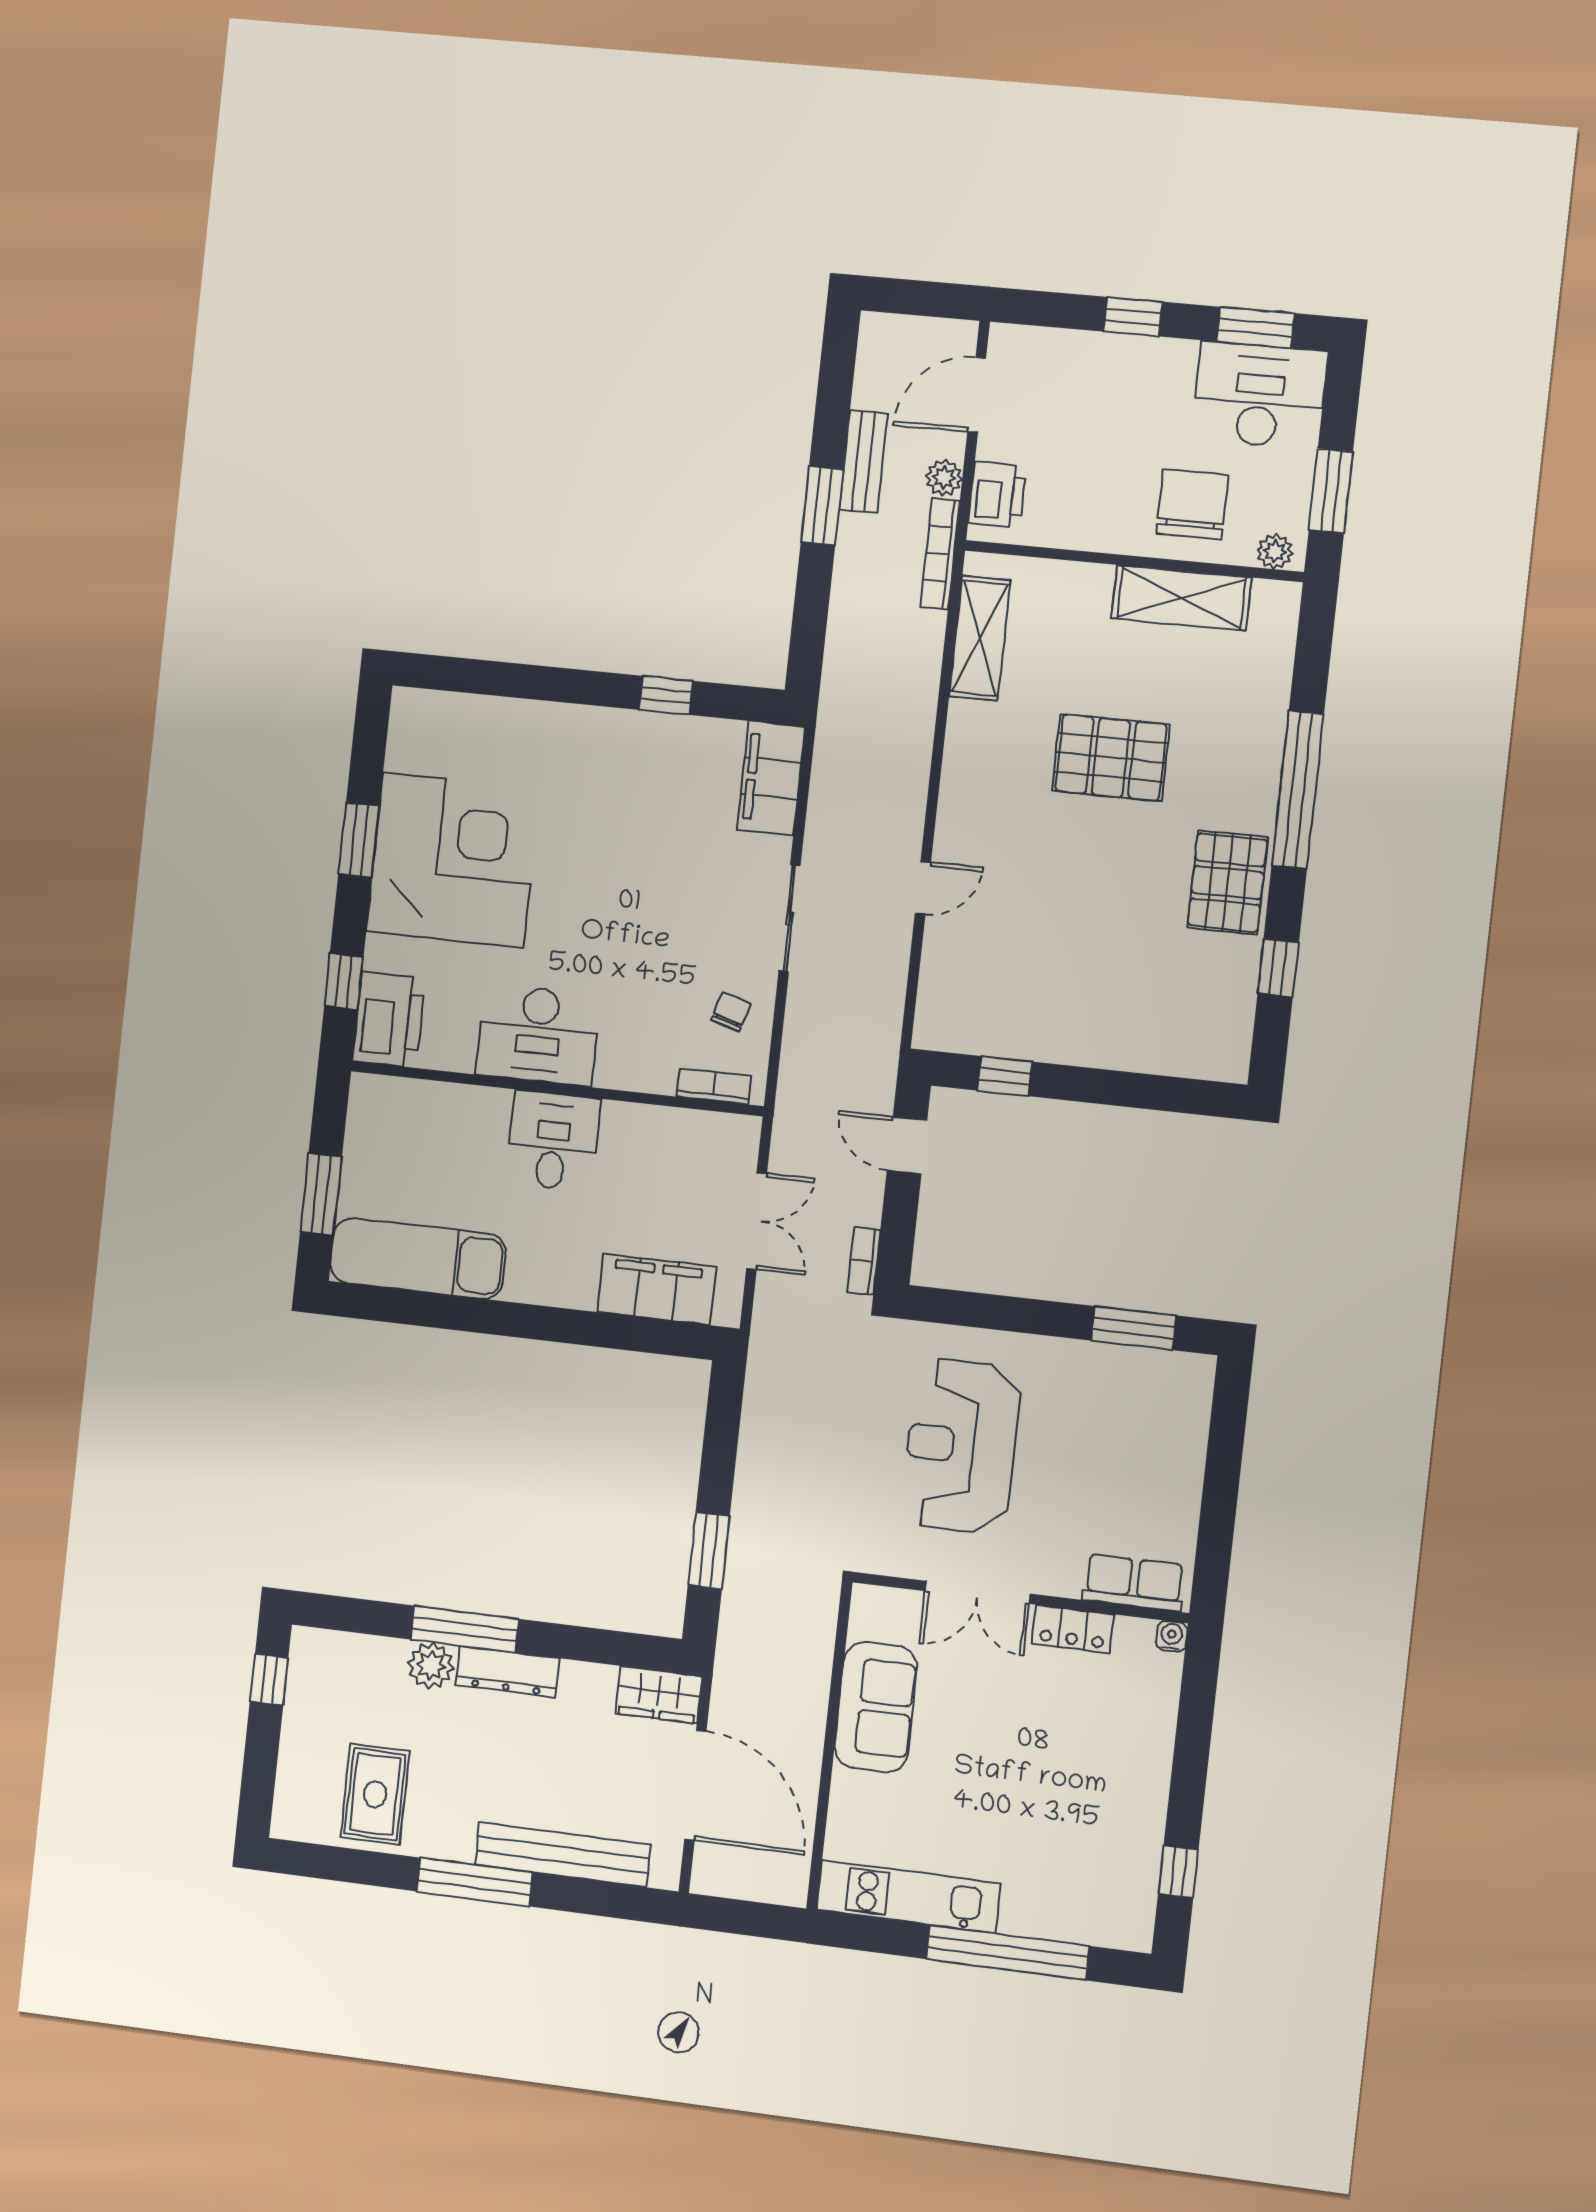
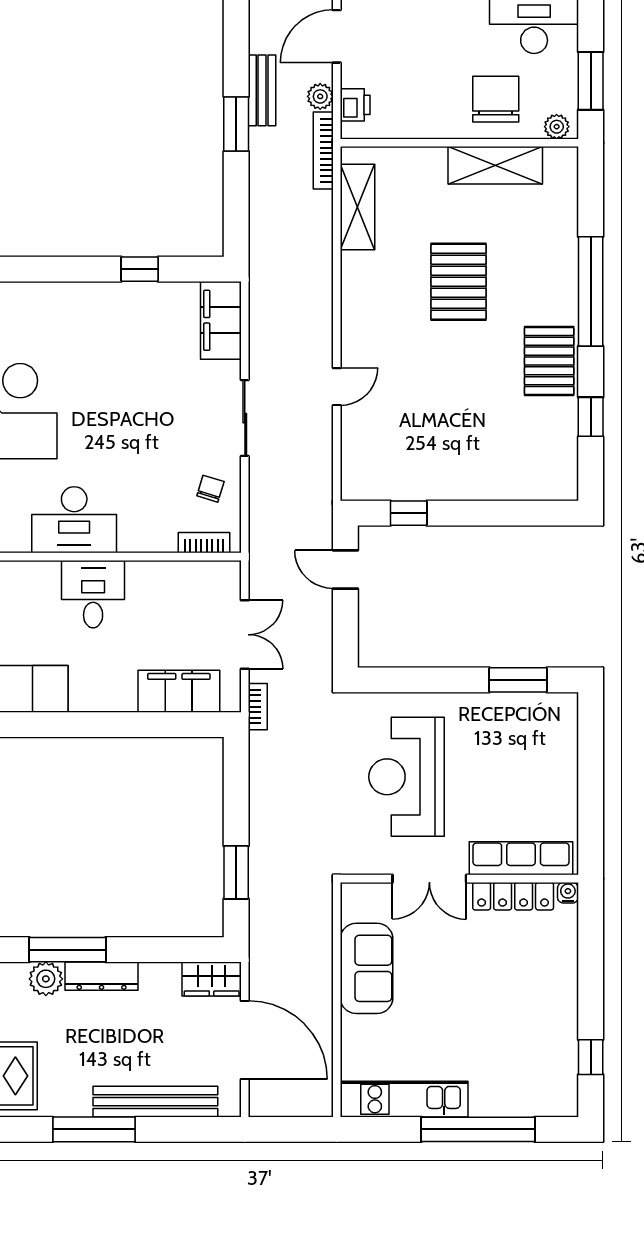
printer: (997, 494) -> (355, 105), width x0.73, depth x0.81
pallet: (1111, 758) -> (459, 282), turned 90
bookcase: (864, 1261) -> (258, 707), moved, turned 180
row of seats: (1134, 1583) -> (521, 858), width x1.48
locker: (1073, 1629) -> (513, 896), width x1.53

